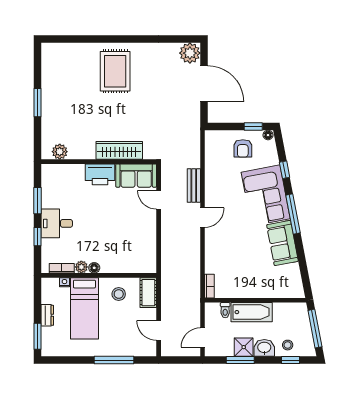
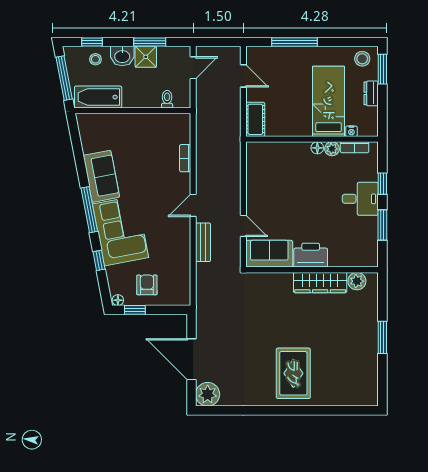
wardrobe: (119, 150) -> (320, 283), moved
bookcase: (209, 286) -> (185, 158), moved
stool: (119, 294) -> (362, 59), moved
bathtub: (252, 312) -> (98, 97), moved

